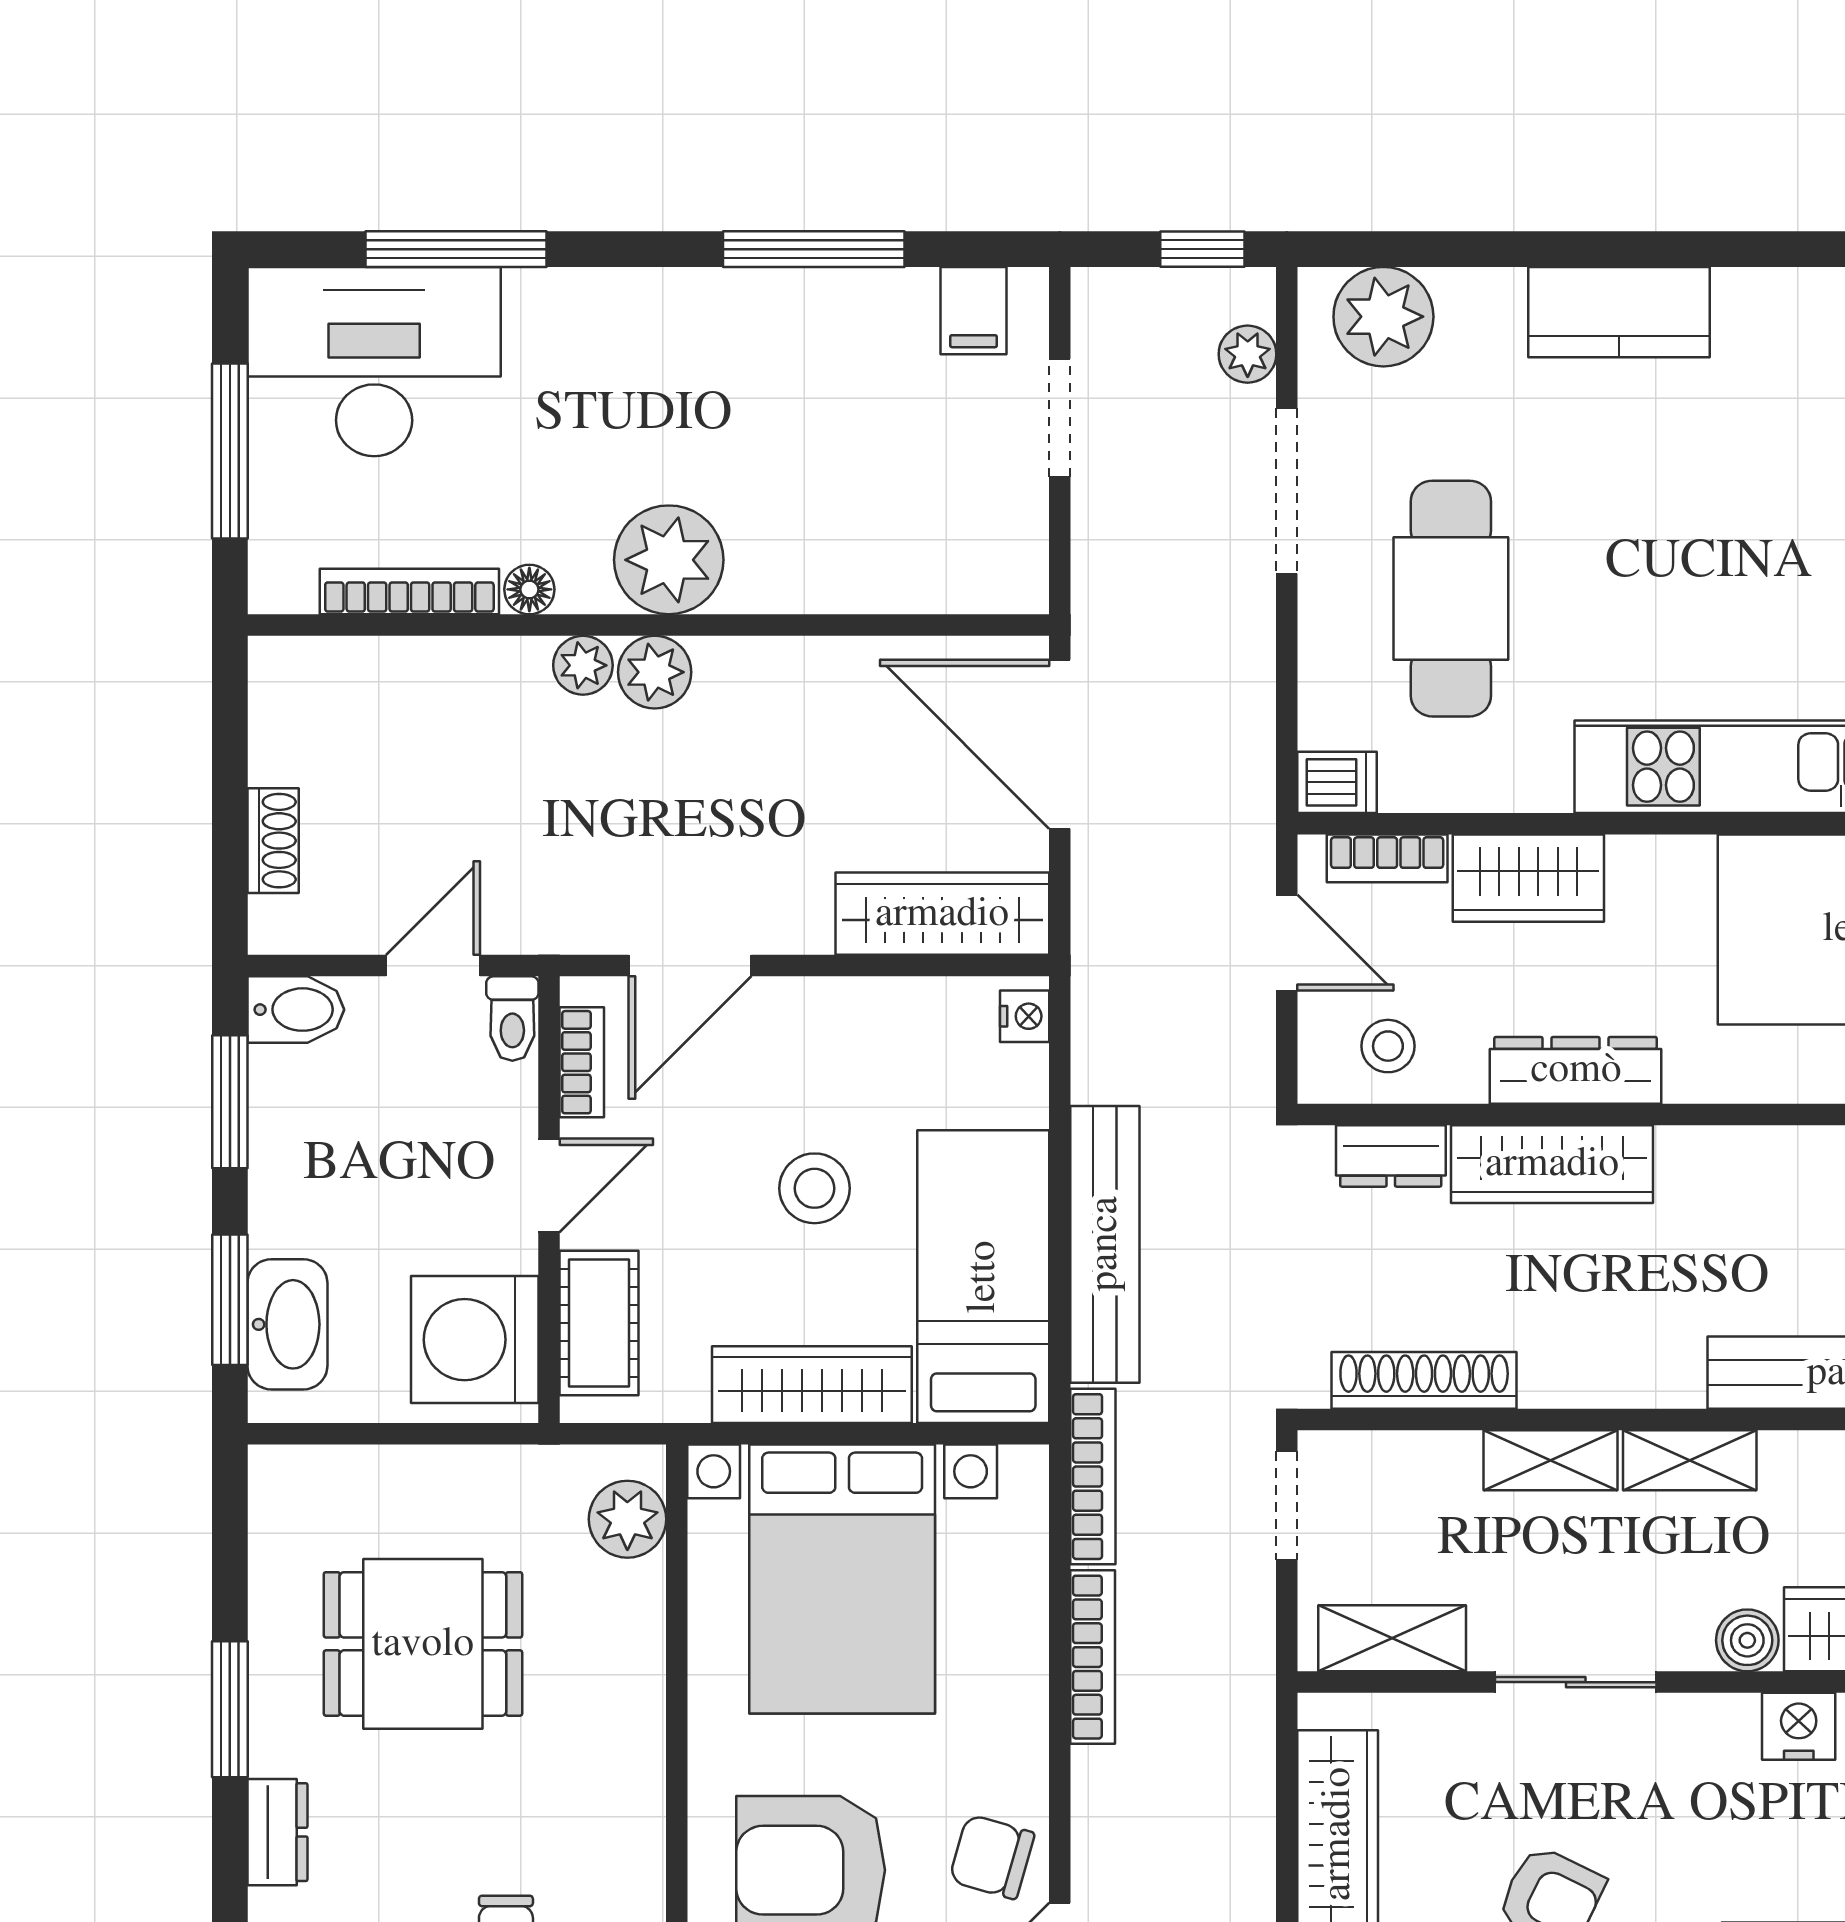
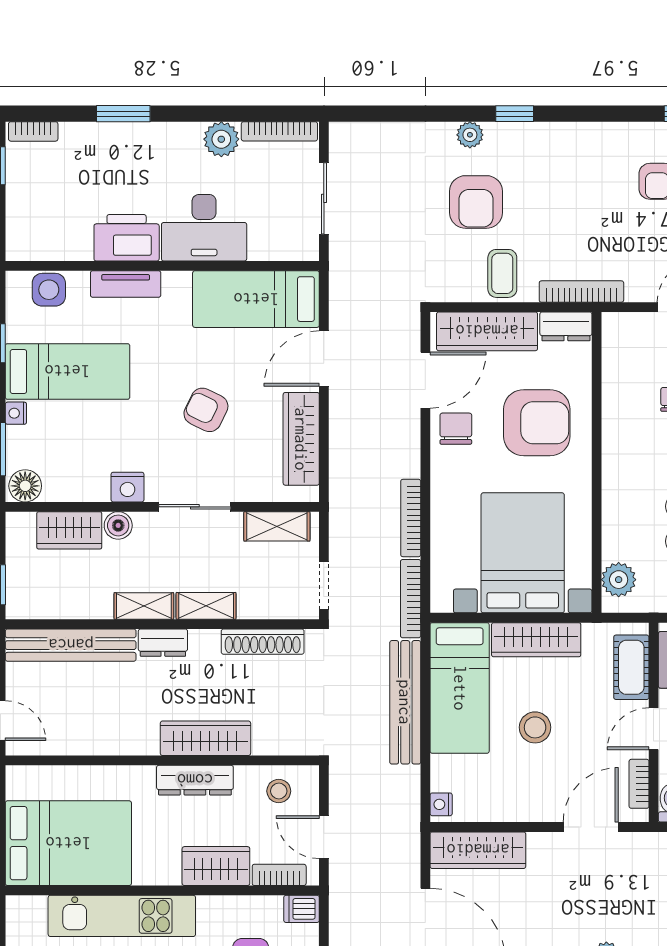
dresser: (1391, 1156) -> (163, 643), moved, turned 180
nightstand: (1799, 1726) -> (128, 487), moved
chair: (992, 1857) -> (456, 429), turned -106

